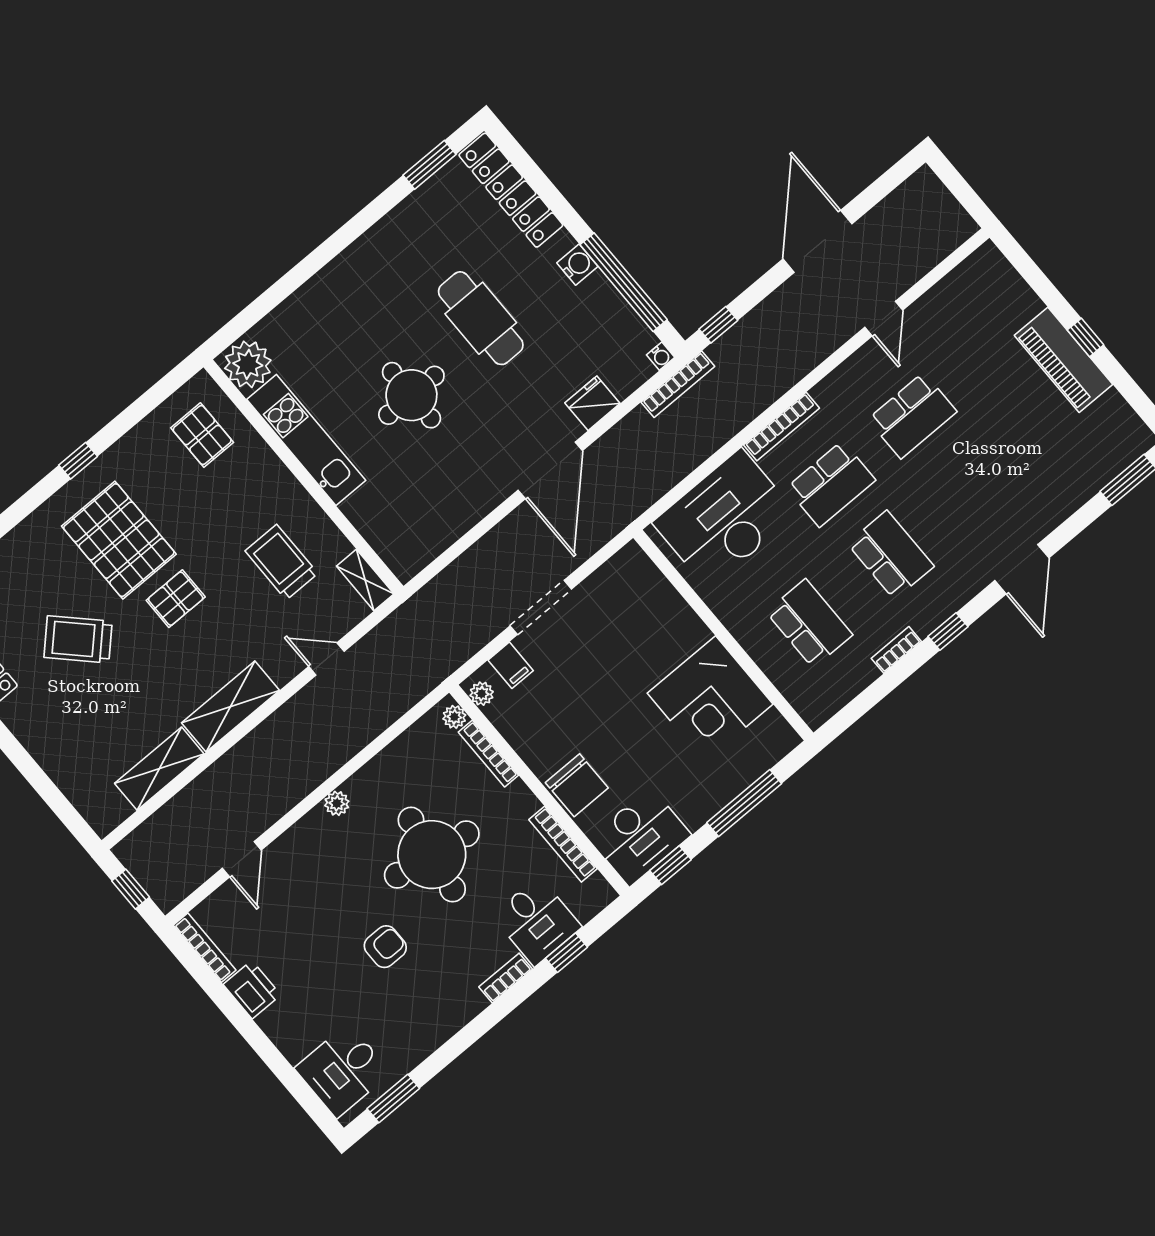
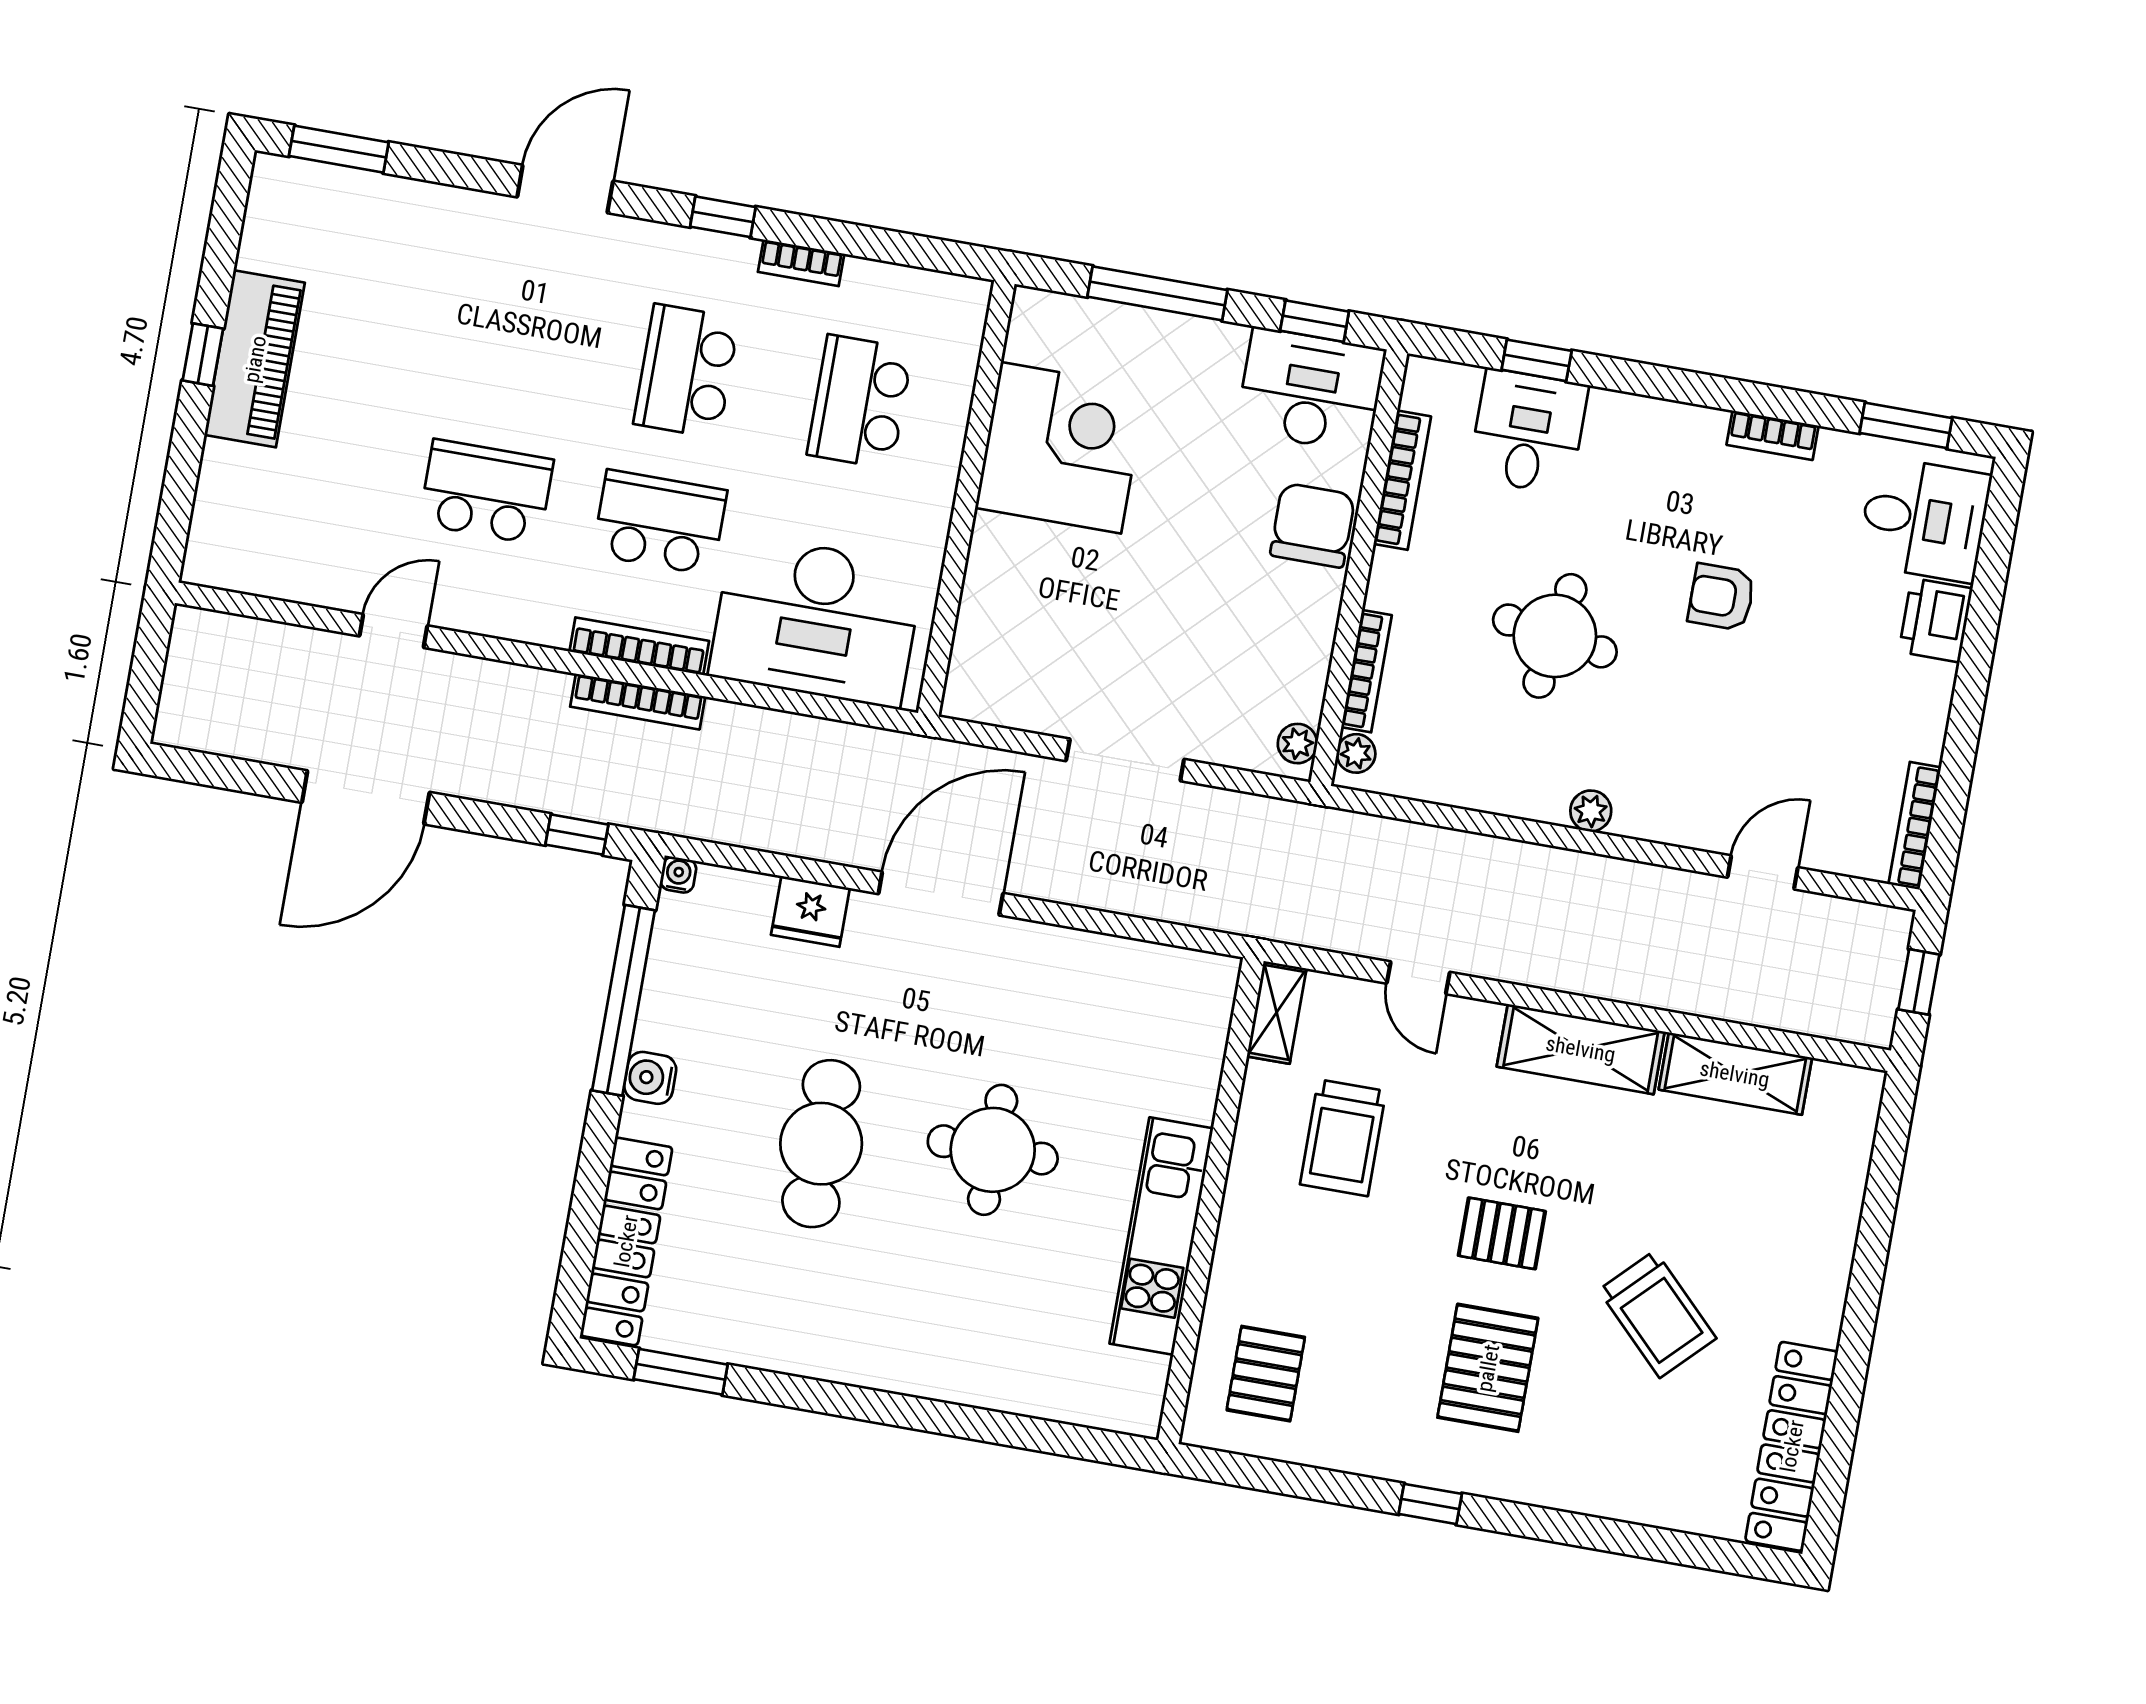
plant: (248, 364) -> (1127, 1391), removed
bookcase: (678, 384) -> (638, 702), moved, turned 180
pallet: (119, 540) -> (1488, 1368), width x0.73, depth x0.71
filing cabinet: (511, 665) -> (1230, 737), removed
round table: (432, 855) -> (1555, 636), width x0.73, depth x0.73
bookcase: (506, 978) -> (1773, 435), moved
printer: (252, 990) -> (1936, 620), moved

